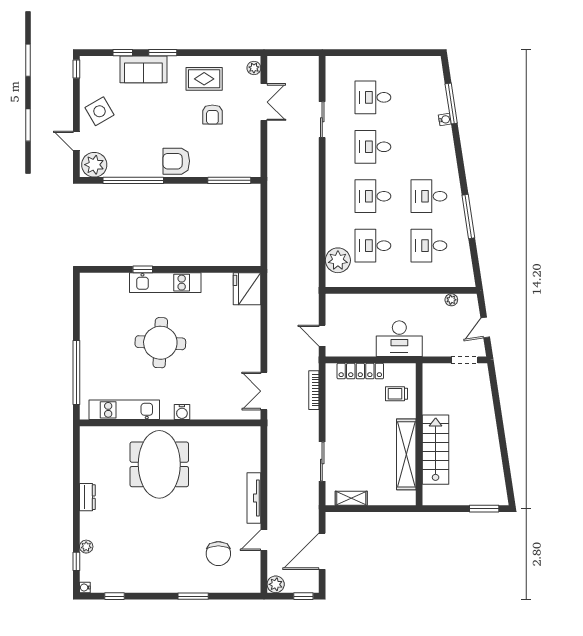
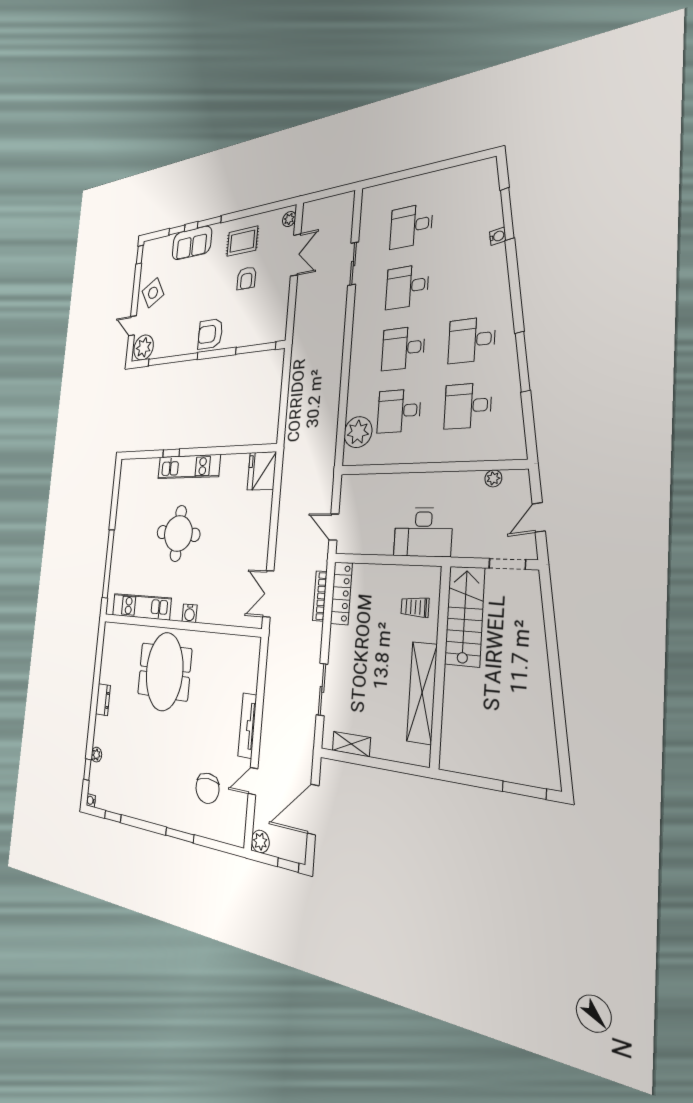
locker: (360, 371) -> (341, 593), moved, turned -90
stairs: (436, 450) -> (465, 616), moved

